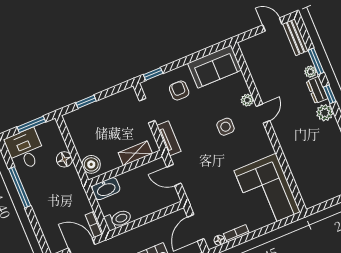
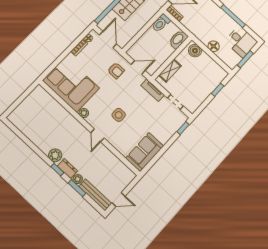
bench: (295, 37) -> (95, 195), width x1.36
armchair: (179, 90) -> (116, 71), moved
plant: (247, 100) -> (84, 113), moved

